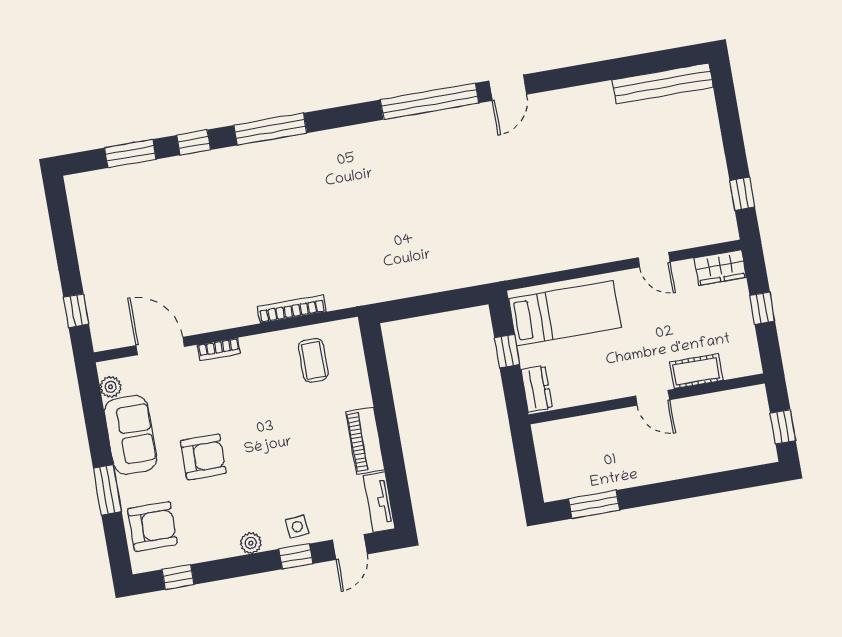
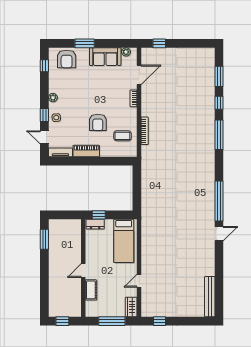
door: (508, 88) -> (219, 234), swing flipped
window: (762, 308) -> (112, 321), width x2.17
window: (507, 351) -> (99, 215), moved
armchair: (203, 457) -> (98, 122), moved

